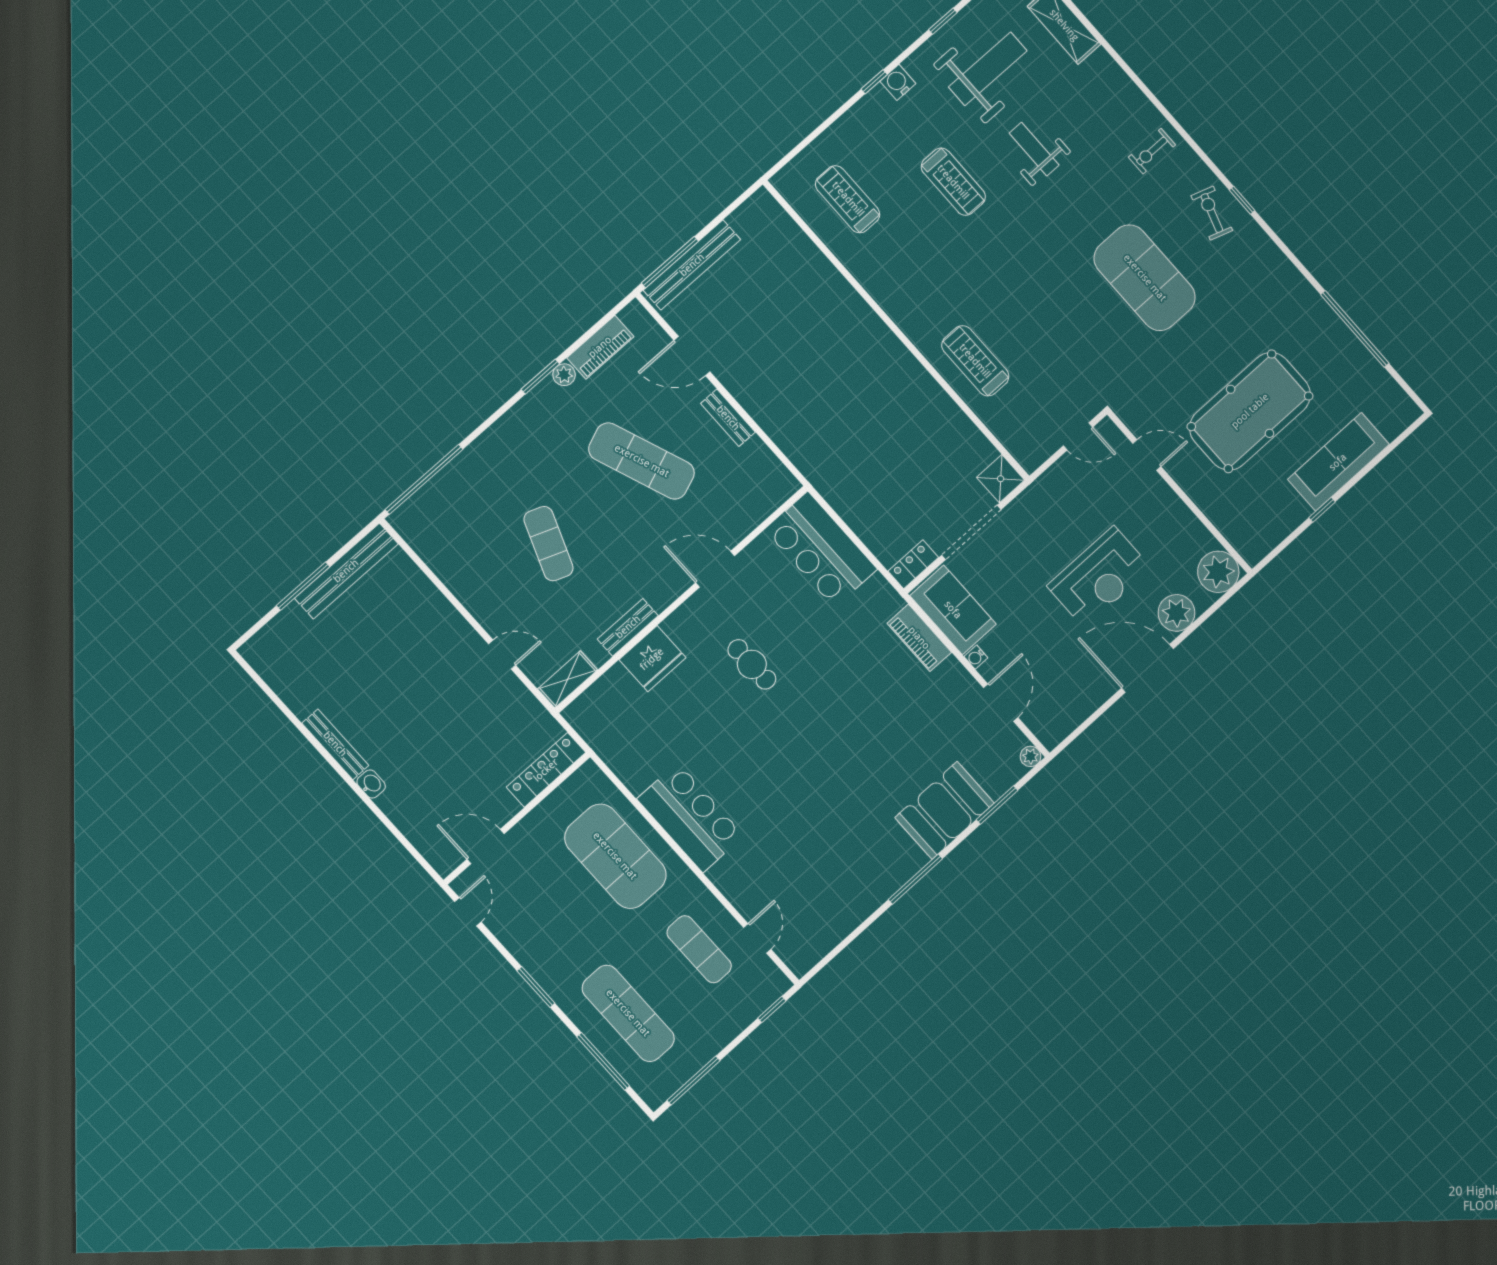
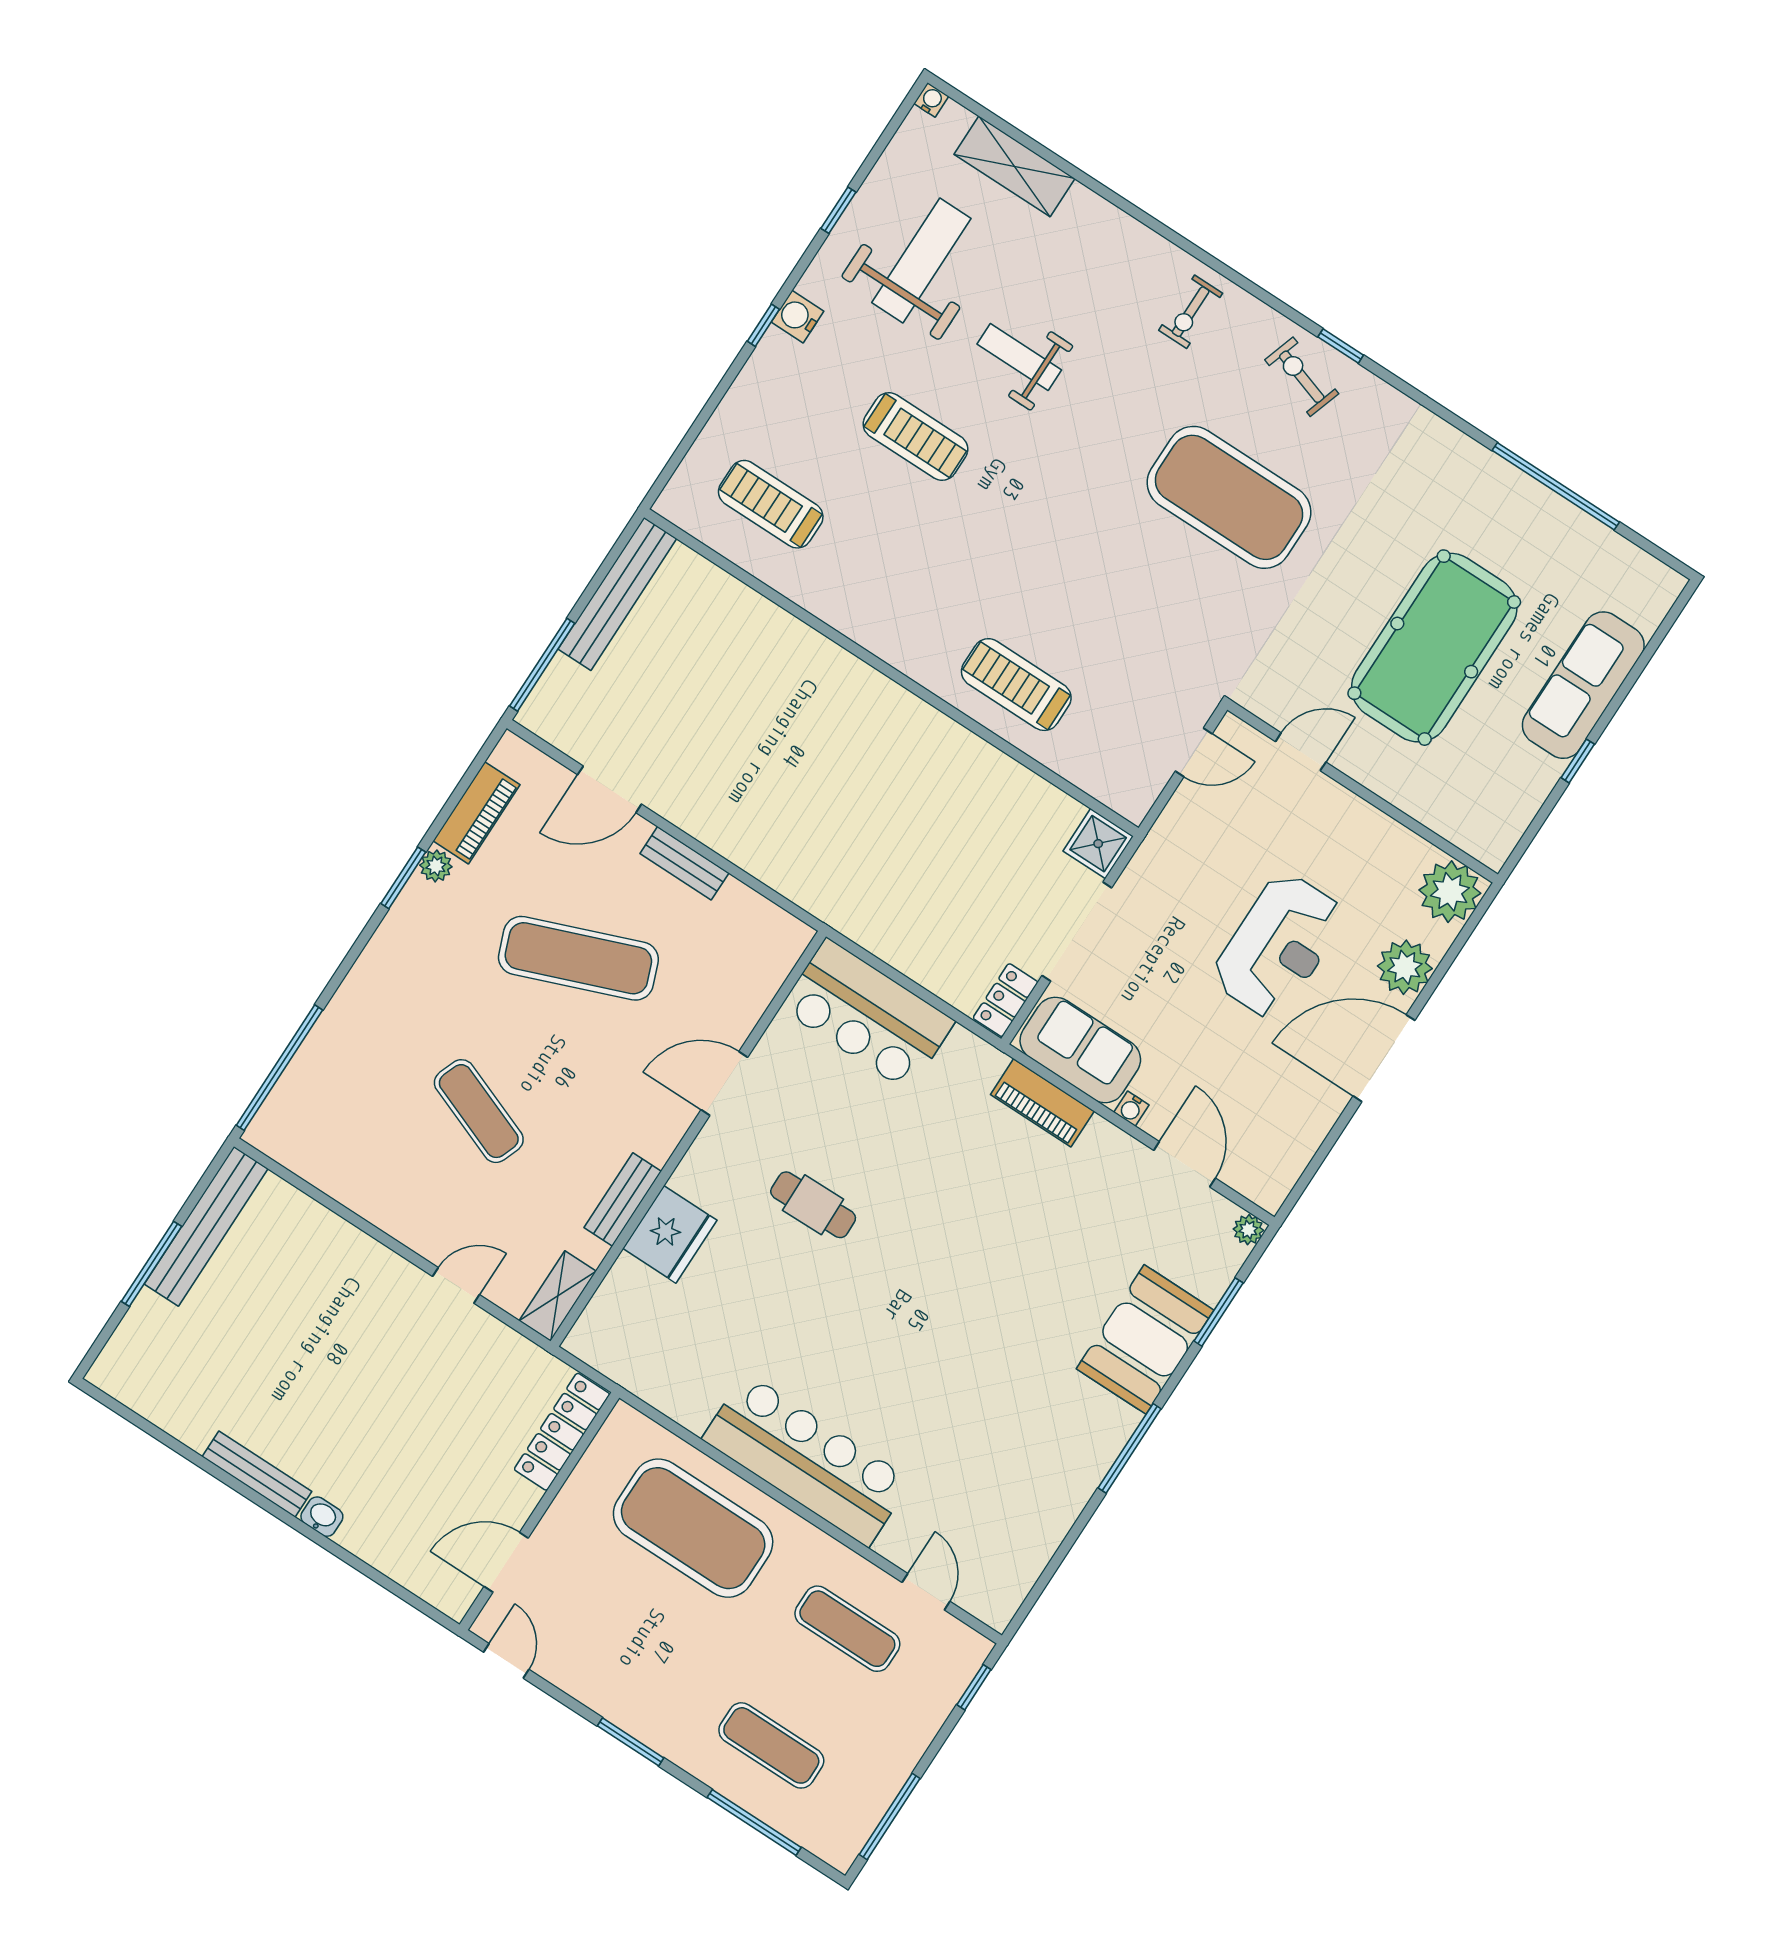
bench: (692, 265) -> (617, 594), moved
bar counter: (690, 817) -> (807, 1460), width x1.36
exercise mat: (628, 1013) -> (771, 1745), width x0.73, depth x0.69

